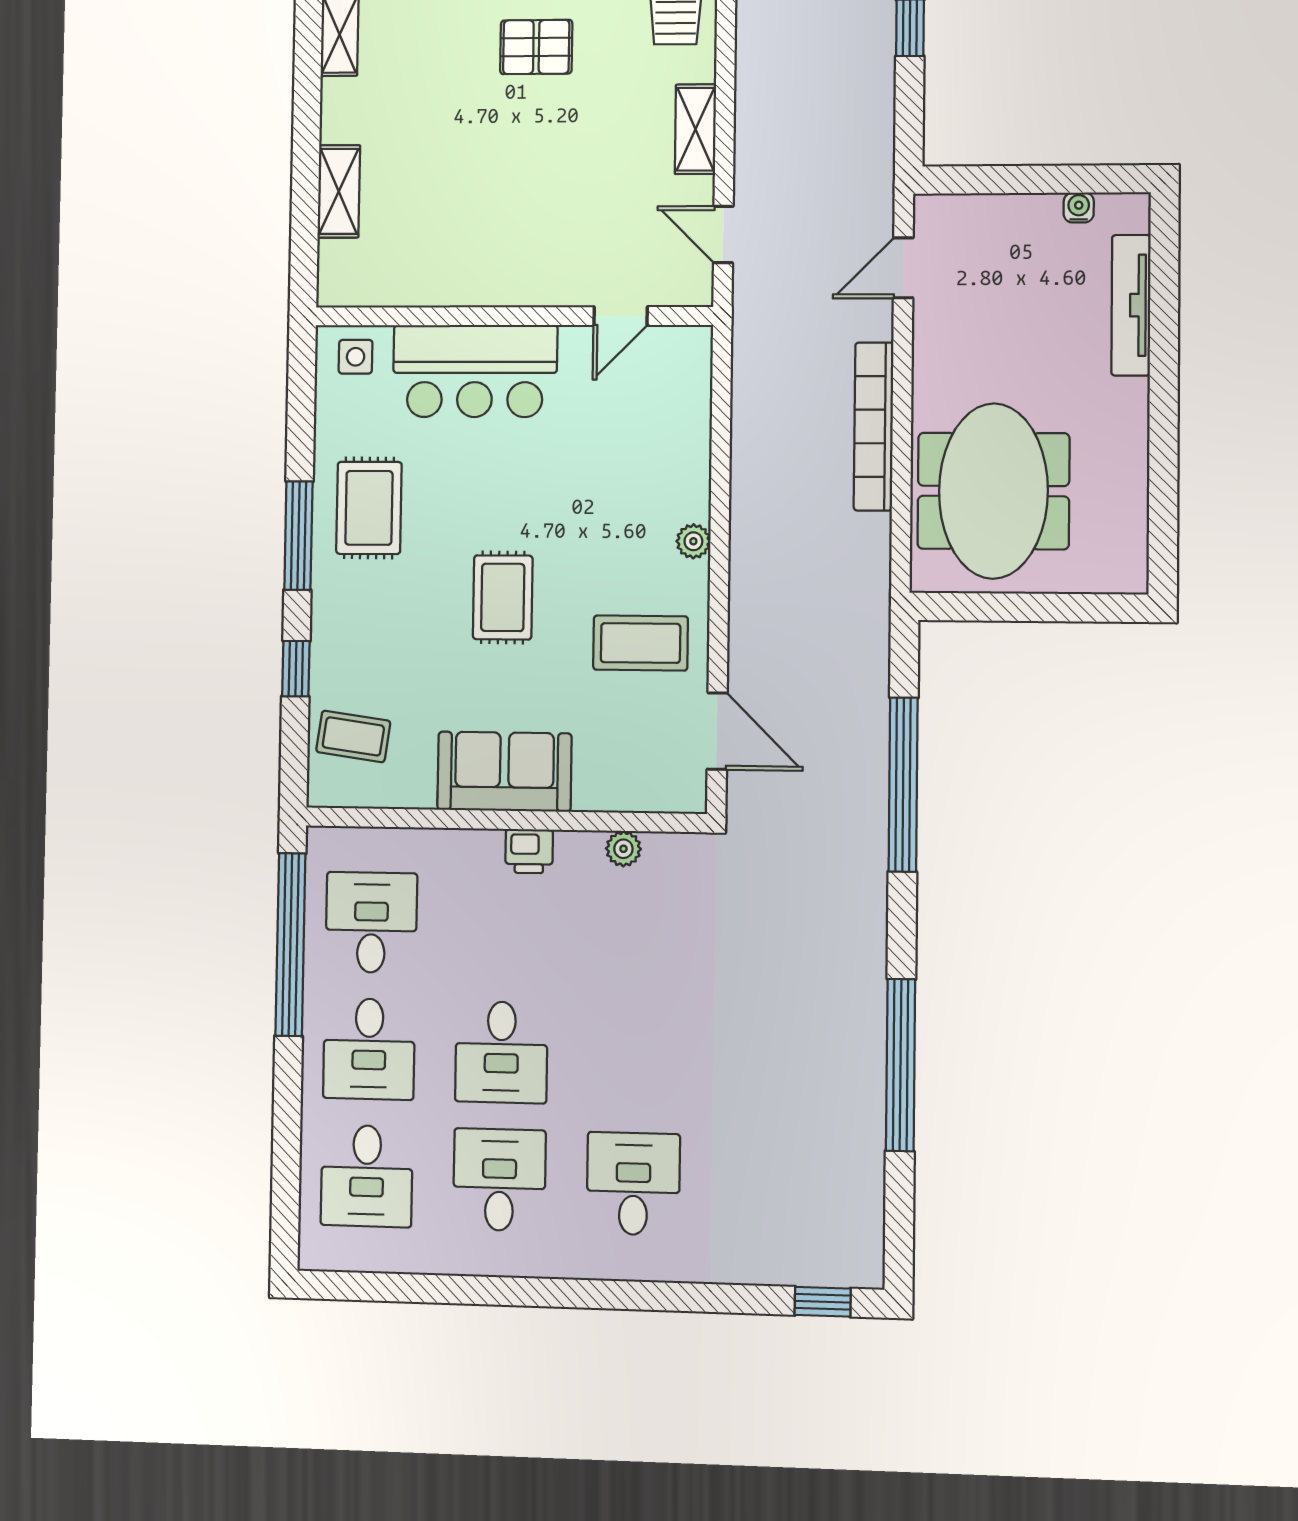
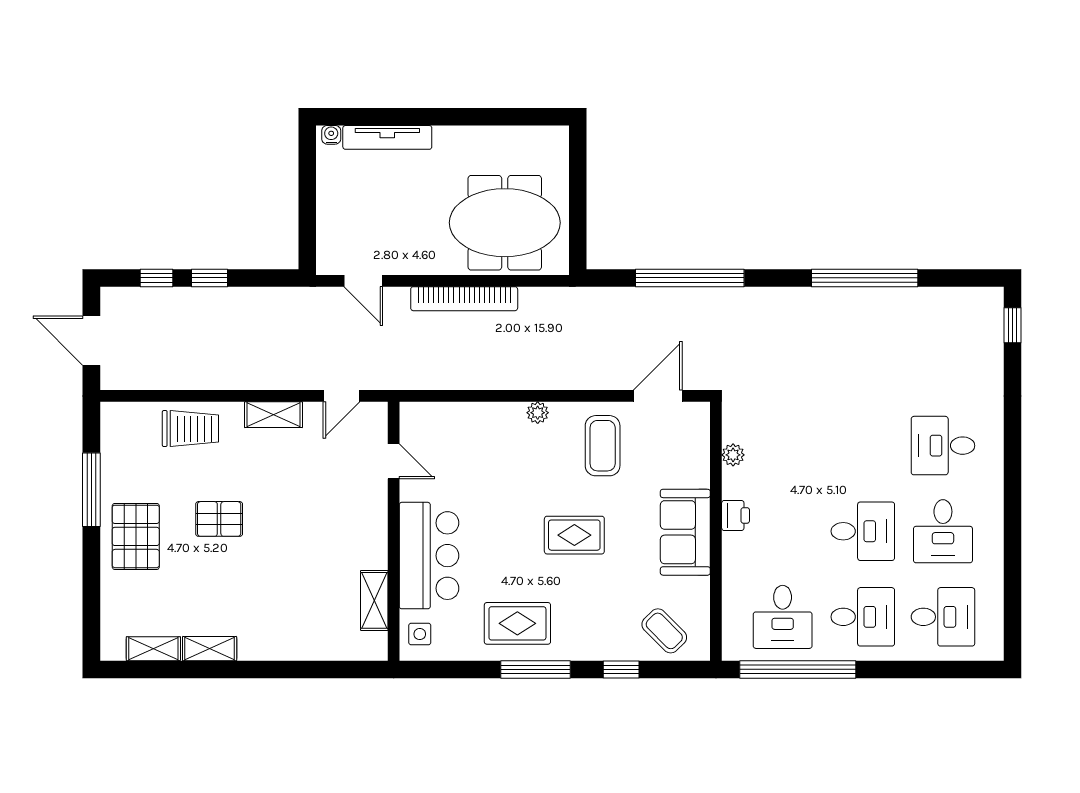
pallet: (536, 47) -> (219, 519), turned 90
shelving: (339, 191) -> (374, 600), moved, turned 90
water cooler: (1079, 208) -> (331, 135), moved, turned 90
coffee table: (353, 736) -> (664, 631), turned -53
desk: (371, 922) -> (783, 617), turned -90
desk: (499, 1180) -> (943, 531), turned -90

